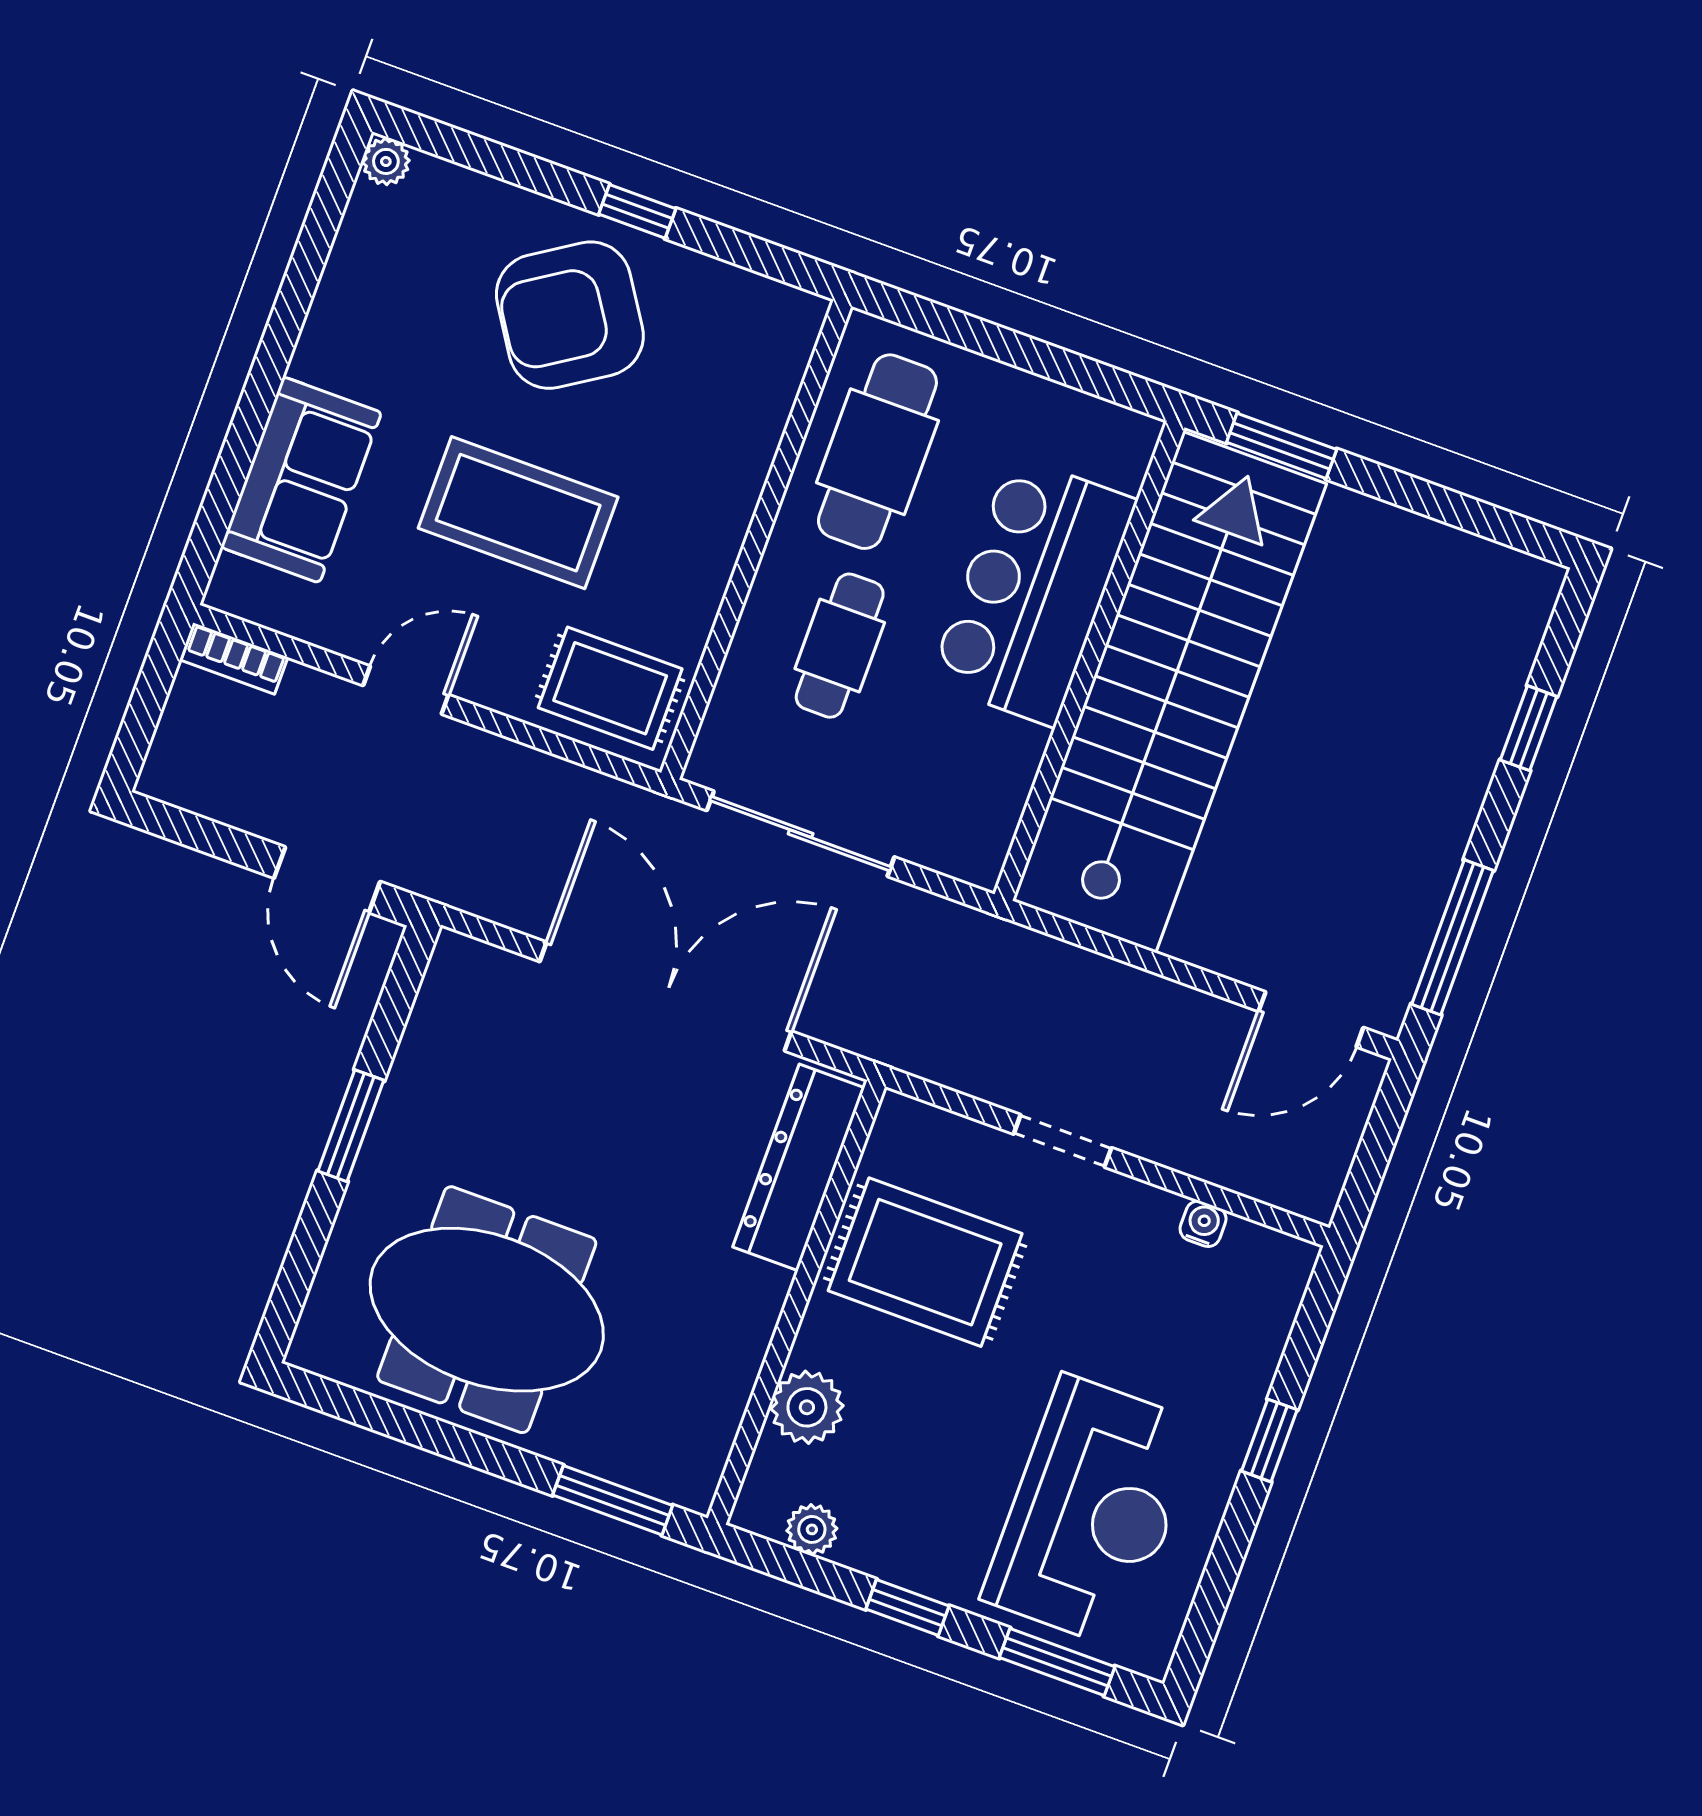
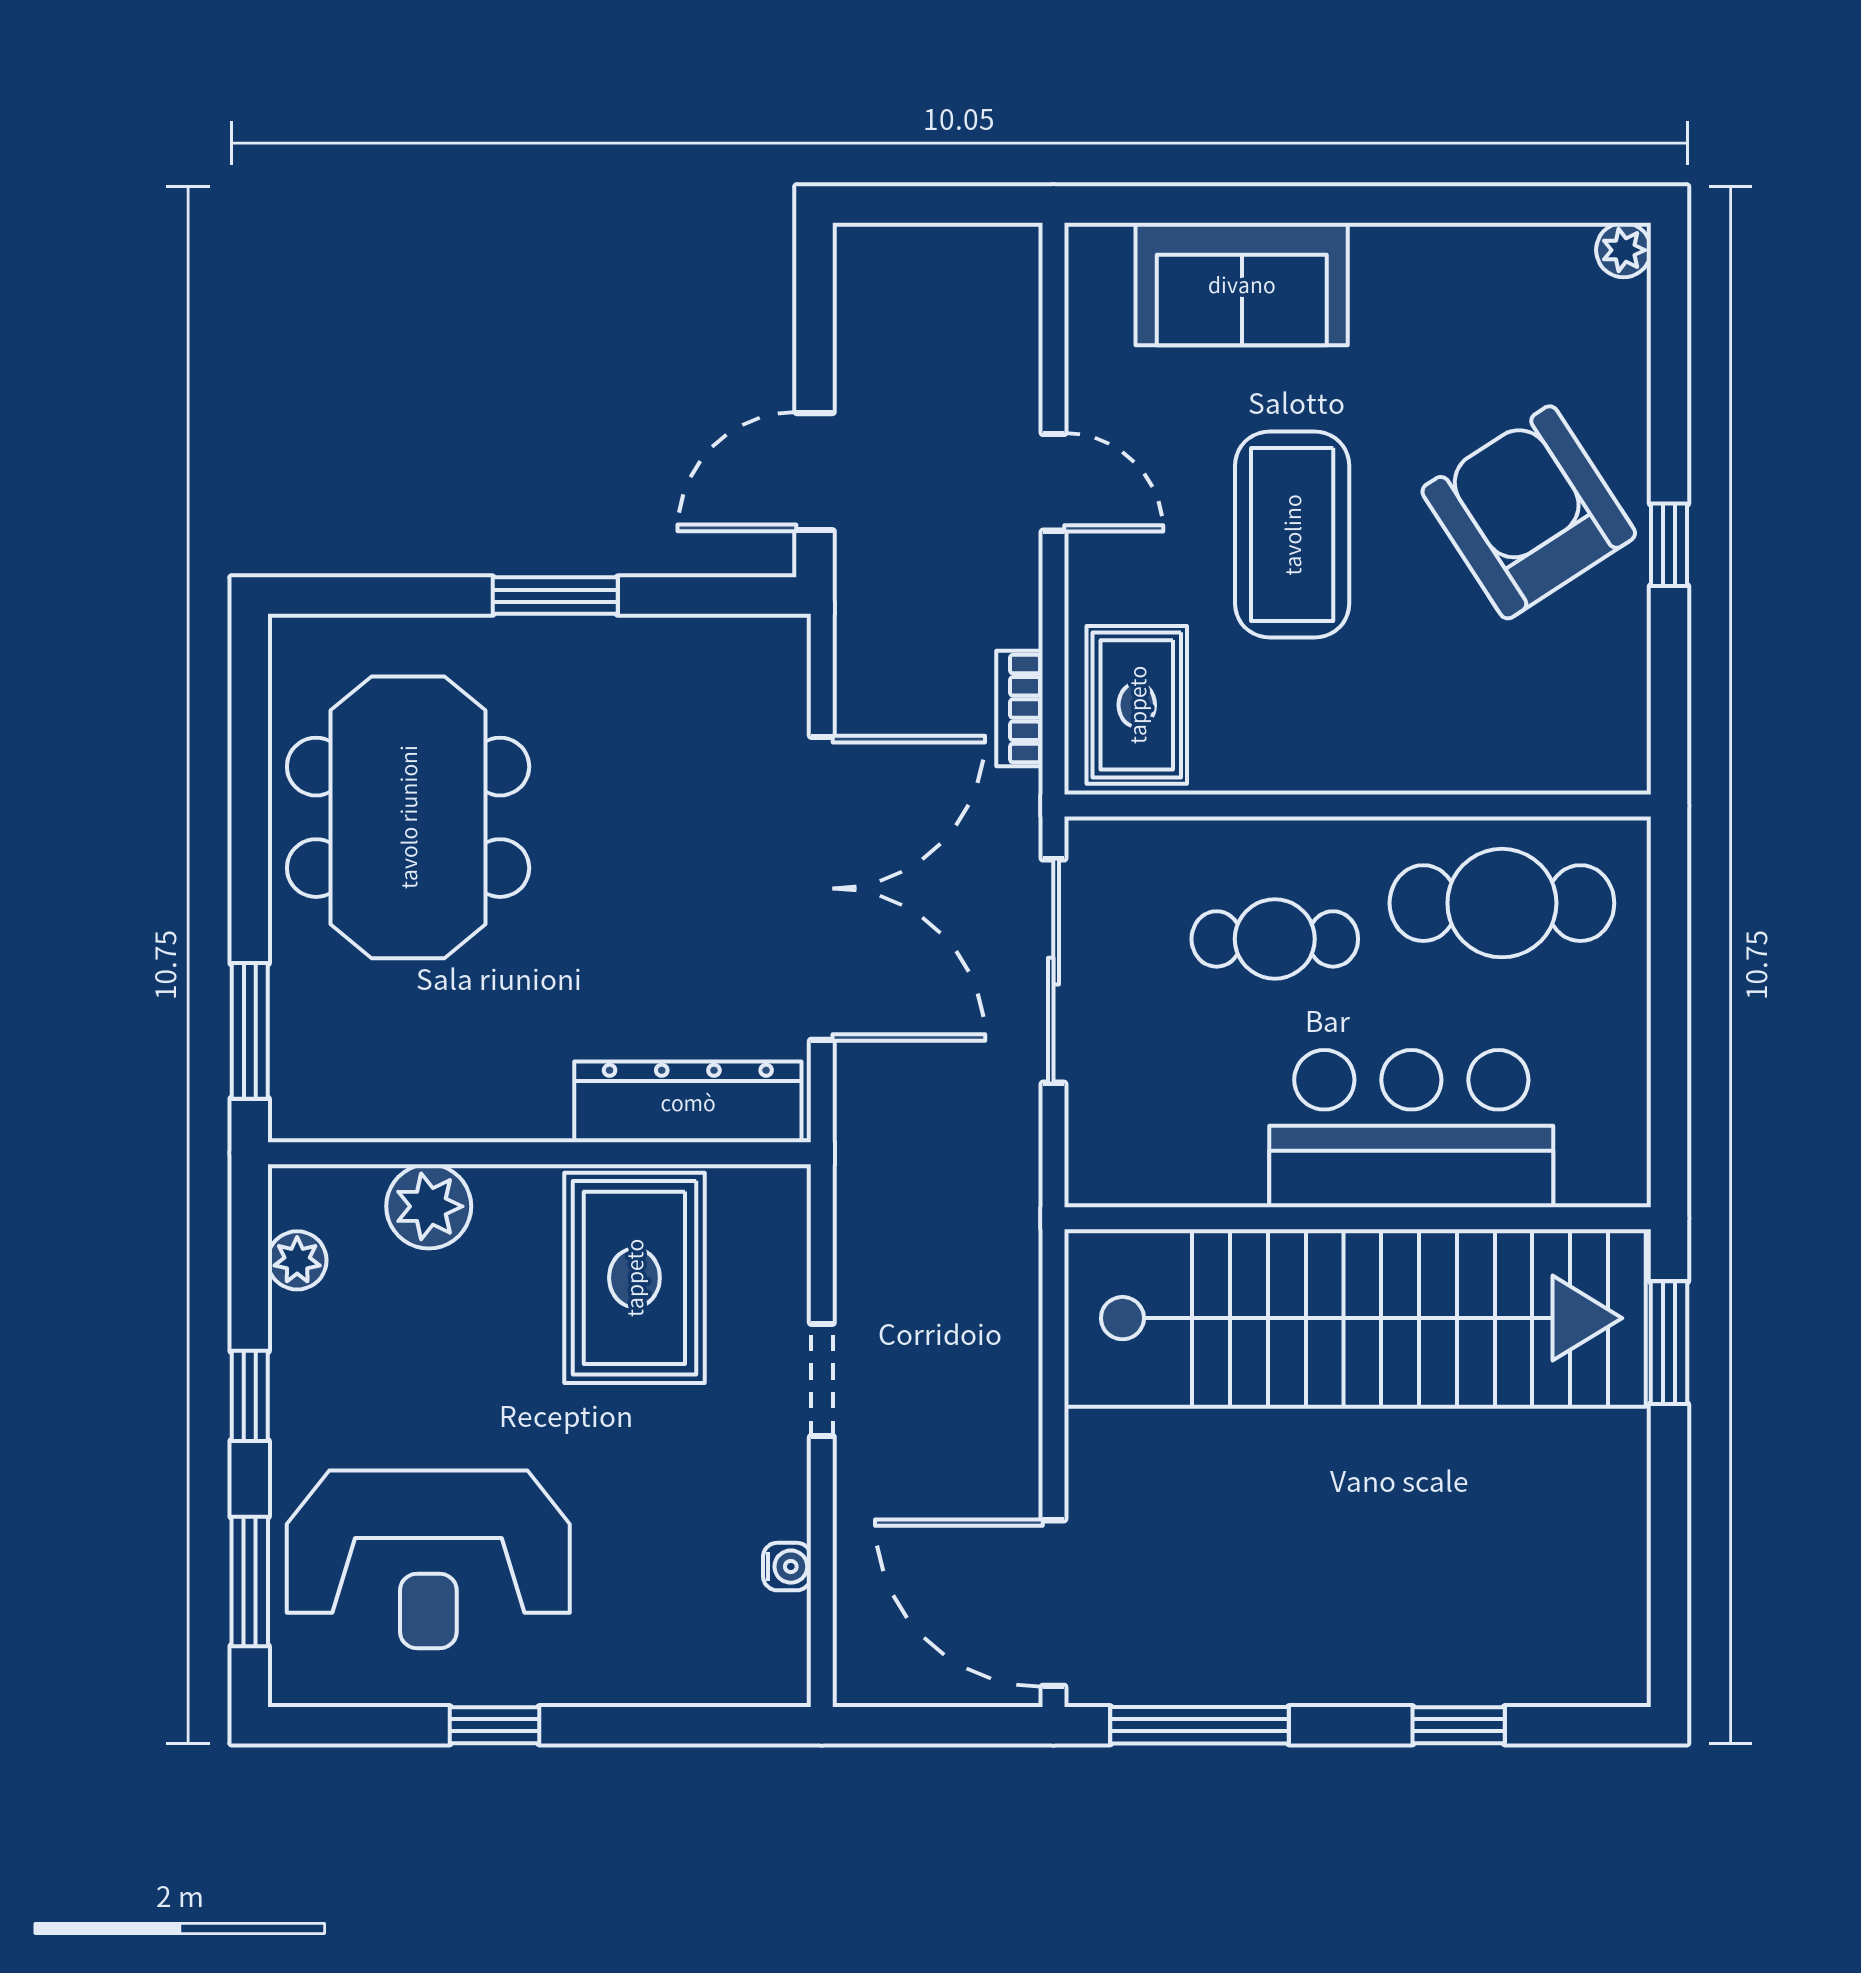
bookcase: (234, 659) -> (1019, 709), moved
door: (1311, 1019) -> (1053, 1603), width x1.36
window: (1269, 1440) -> (494, 1725), moved

